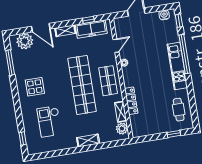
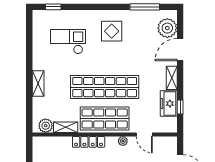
freezer: (91, 29) -> (169, 104), width x0.71
shop shelf: (108, 81) -> (105, 119), width x1.43, depth x1.36
locker: (131, 101) -> (89, 142), moved

